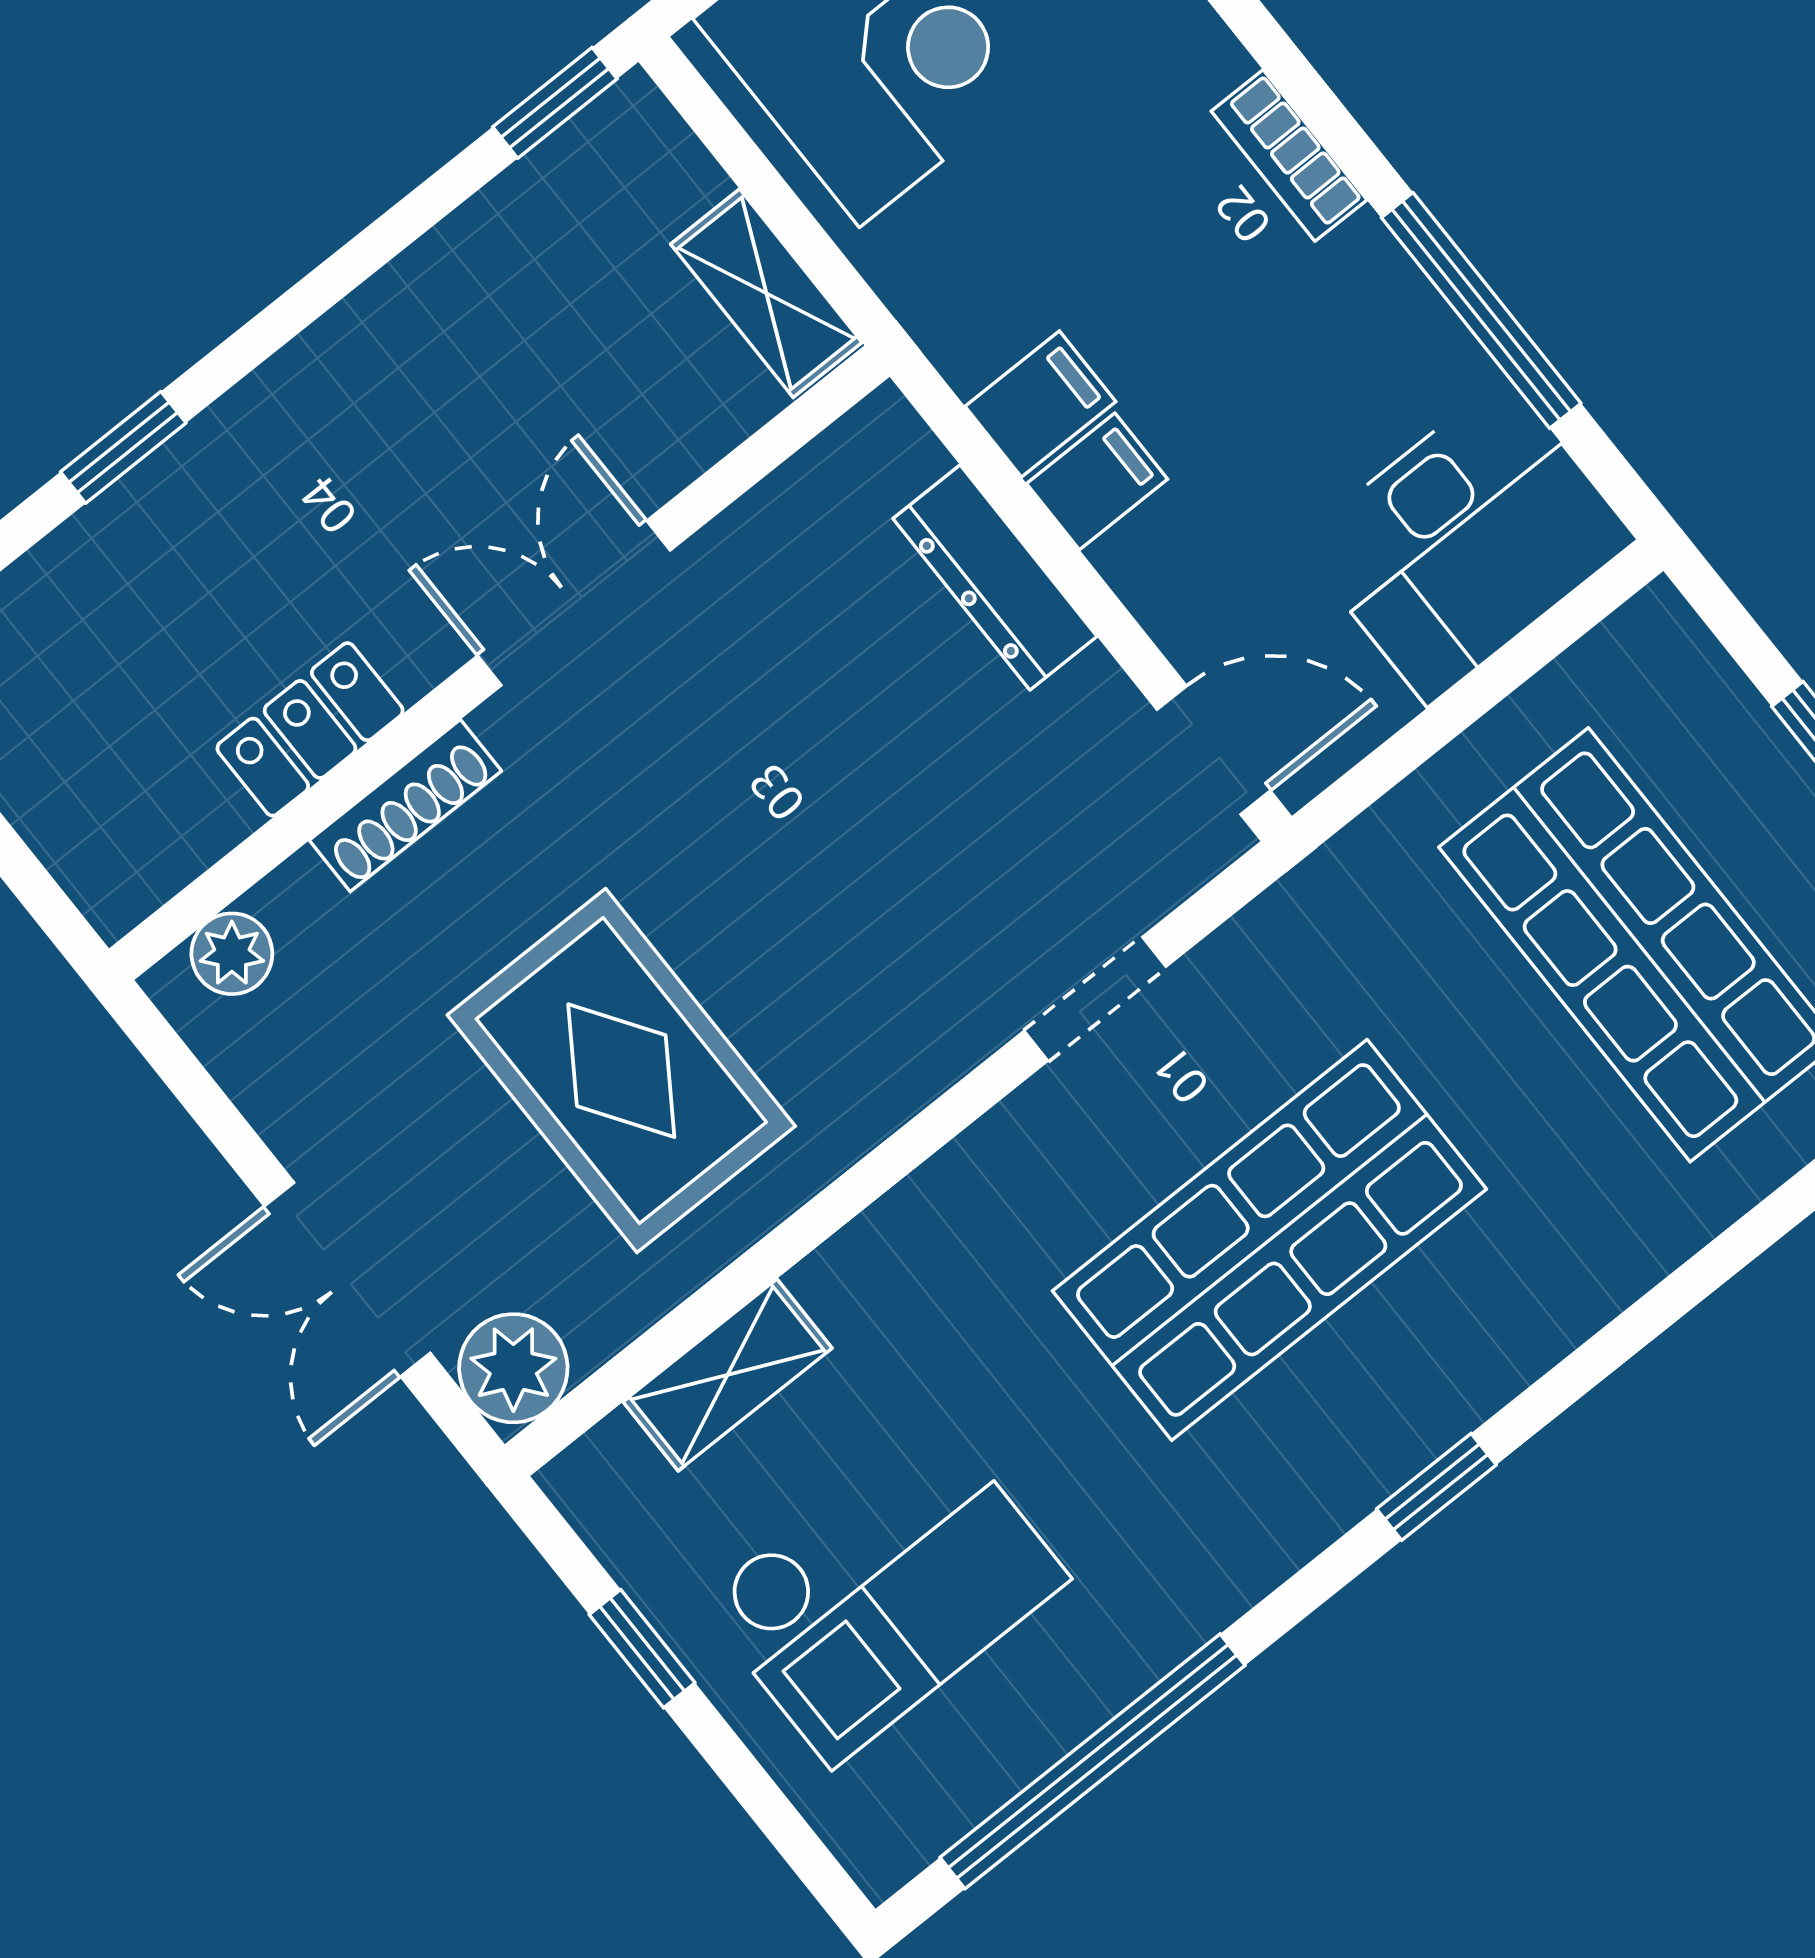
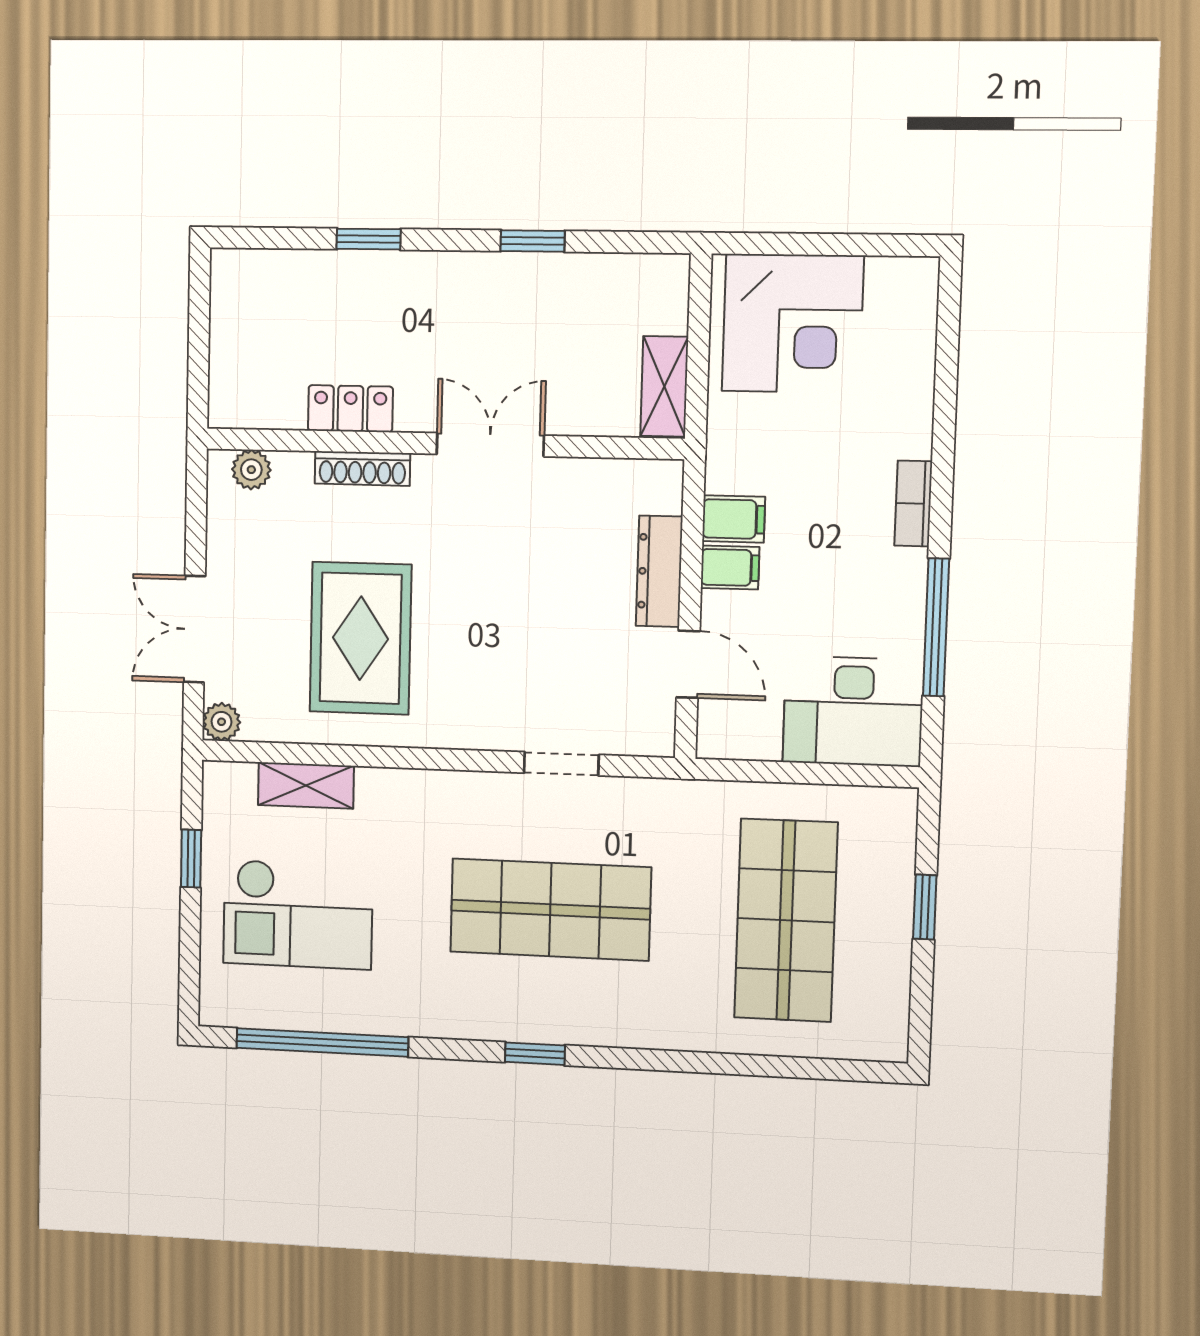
window: (555, 103) -> (533, 241), moved
door: (1214, 750) -> (688, 664), moved
plant: (513, 1368) -> (222, 722), width x0.73, depth x0.73

